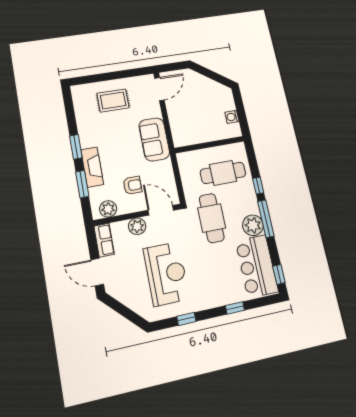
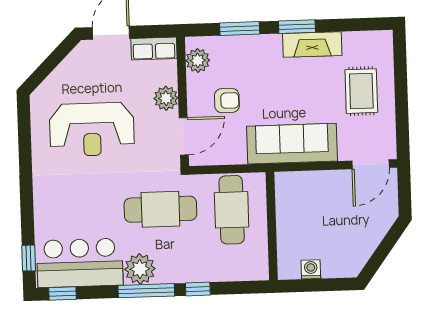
door: (159, 89) -> (371, 164), hinge flipped
sofa: (154, 139) -> (292, 144), width x1.36
fireplace: (92, 167) -> (312, 44), moved
cafe table: (223, 173) -> (232, 210), moved
armchair: (132, 185) -> (227, 101), turned -90
window: (235, 308) -> (29, 258), moved
window: (186, 319) -> (25, 147), removed

